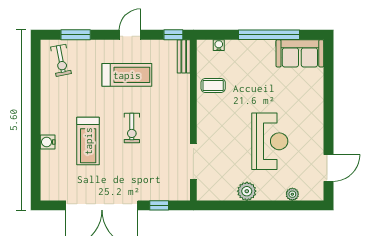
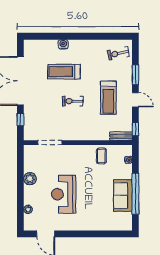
window: (76, 35) -> (135, 75), moved
sofa: (300, 53) -> (123, 195), moved
reception desk: (270, 141) -> (64, 194), turned 90

